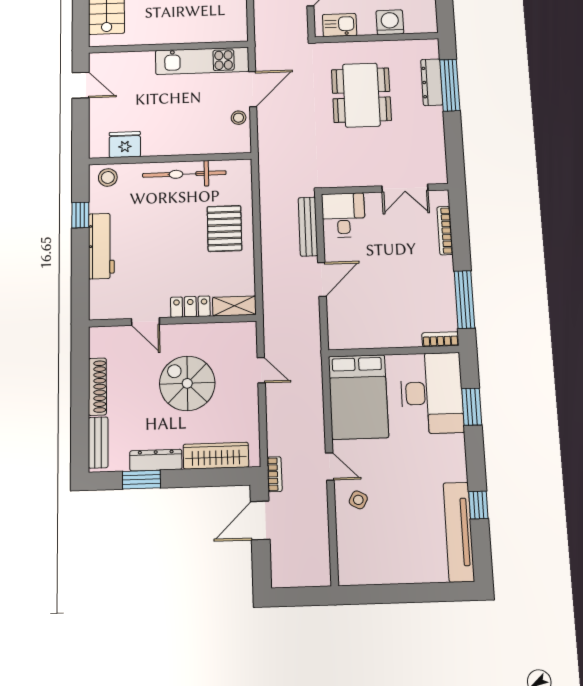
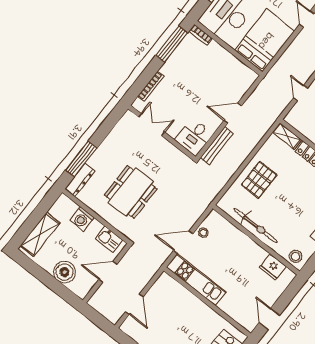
dresser: (432, 82) -> (80, 180), moved

